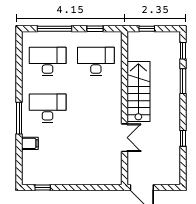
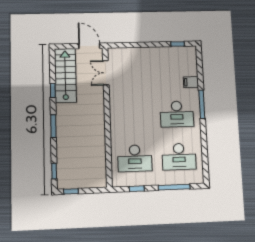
window: (147, 29) -> (71, 191), moved
window: (183, 81) -> (53, 126), moved
stairs: (138, 91) -> (65, 75), moved, turned 180
double door: (124, 138) -> (106, 73), moved

